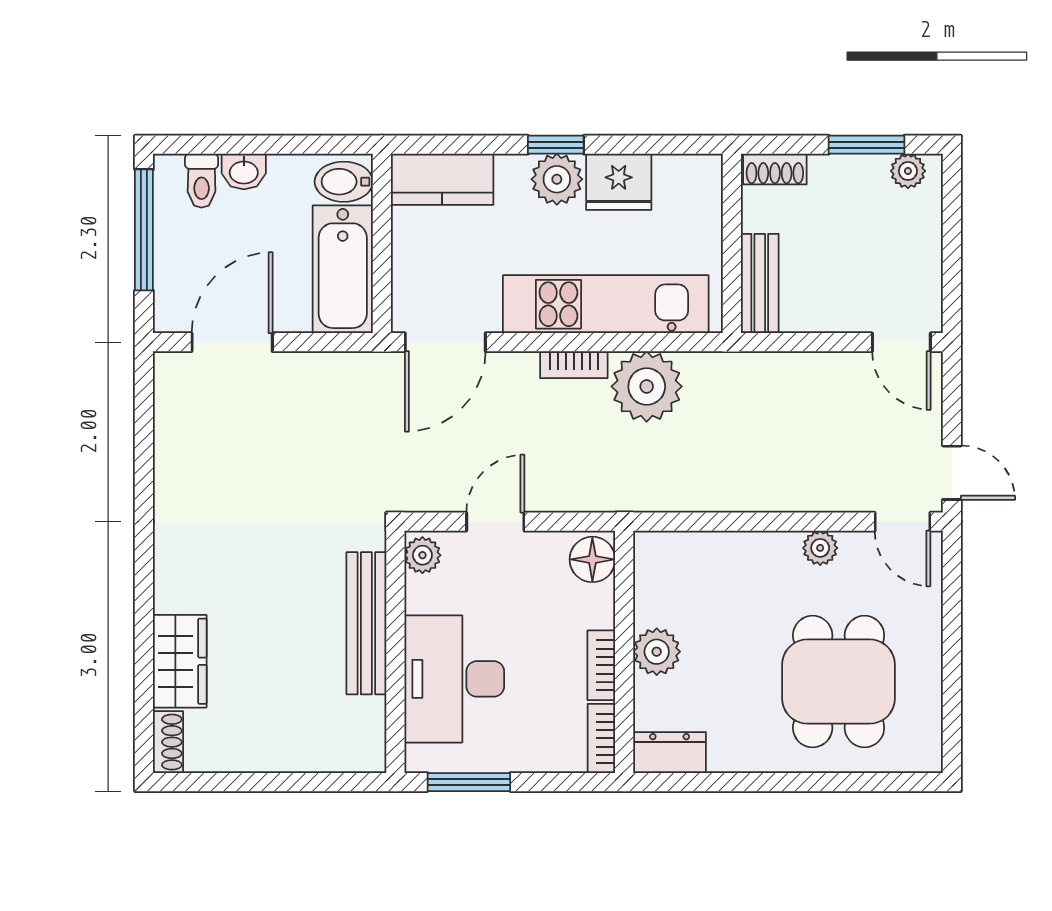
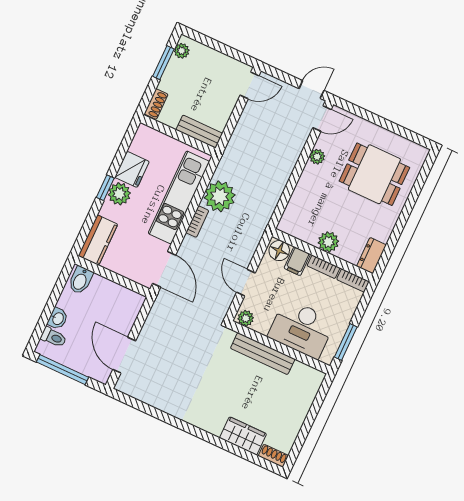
bathtub: (343, 269) -> (116, 297), removed
filing cabinet: (588, 606) -> (297, 261), added

